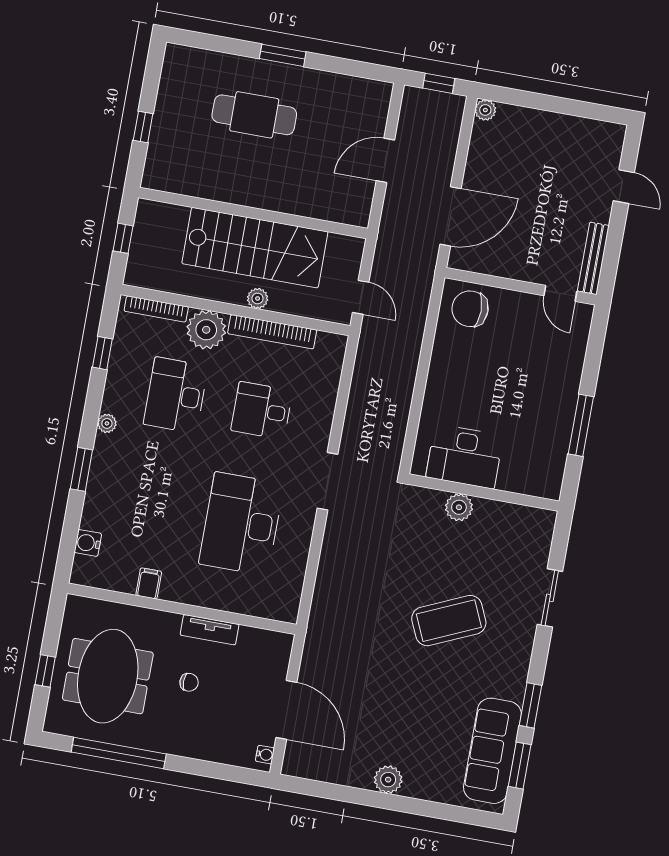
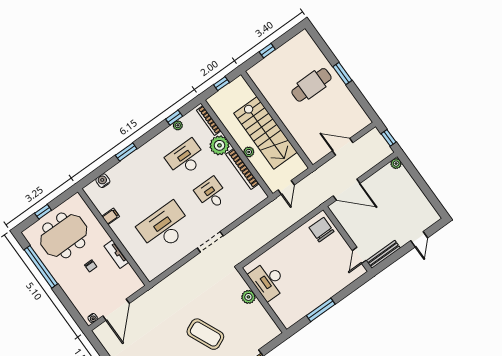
cafe table: (254, 115) -> (311, 85), turned 90
plant: (107, 423) -> (178, 125), moved

